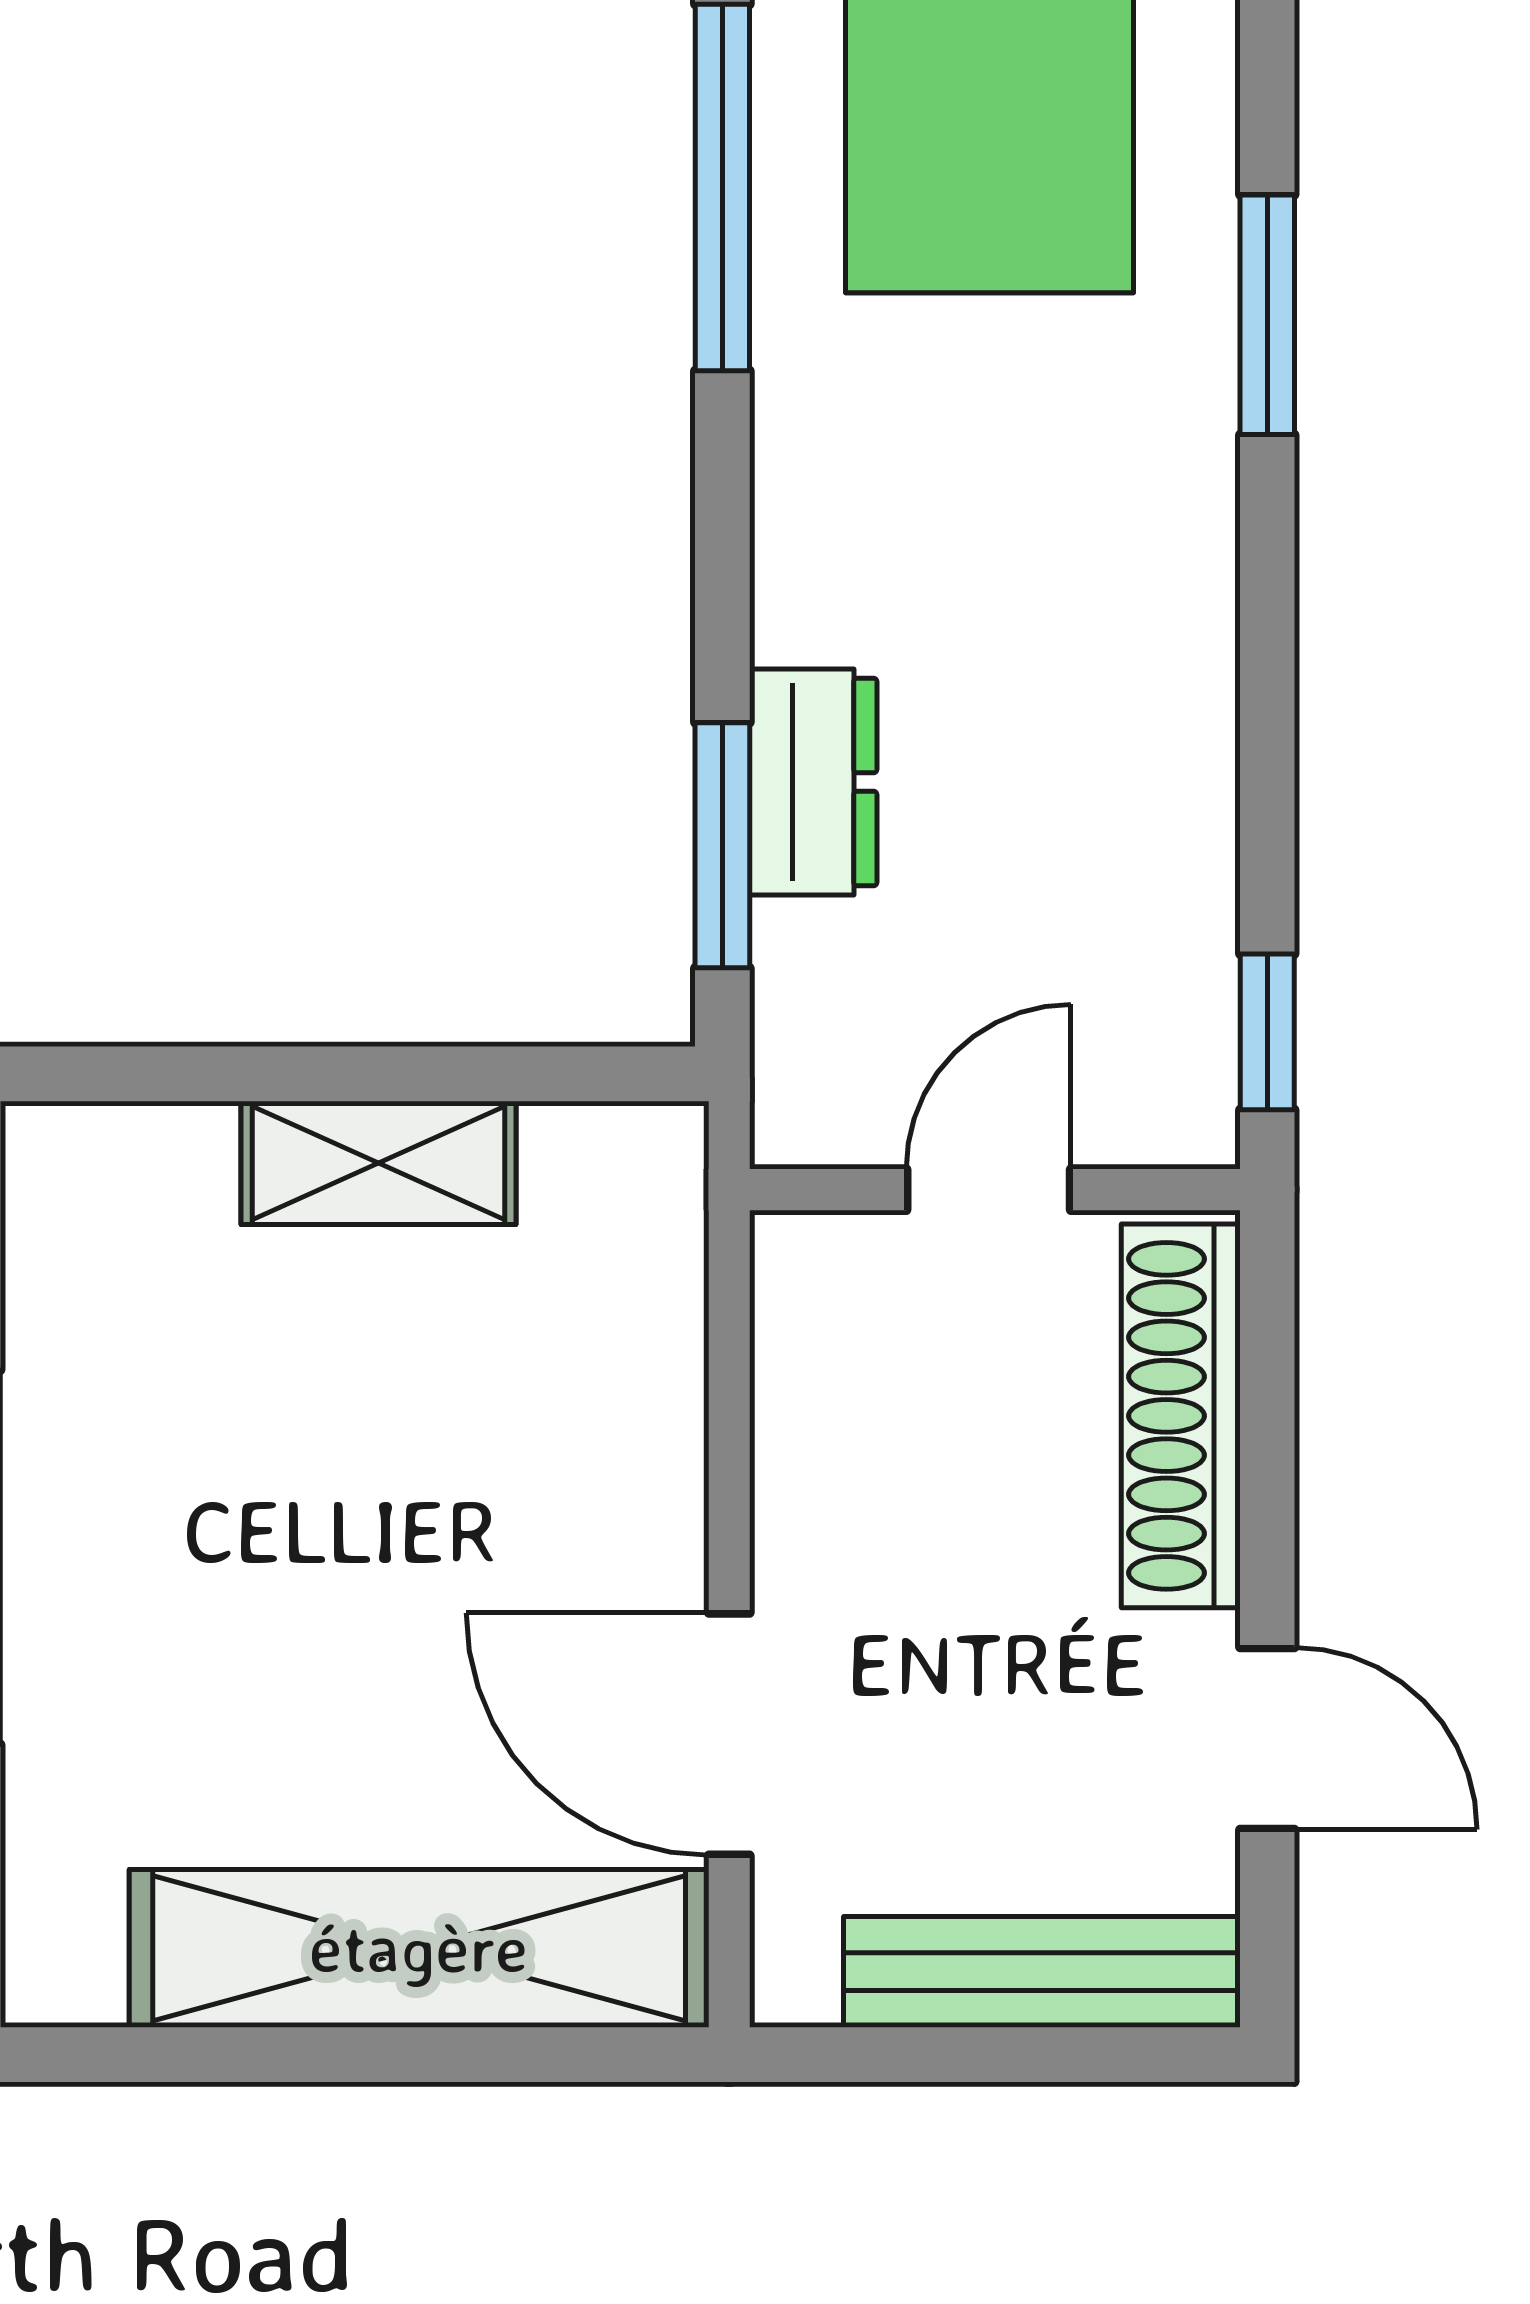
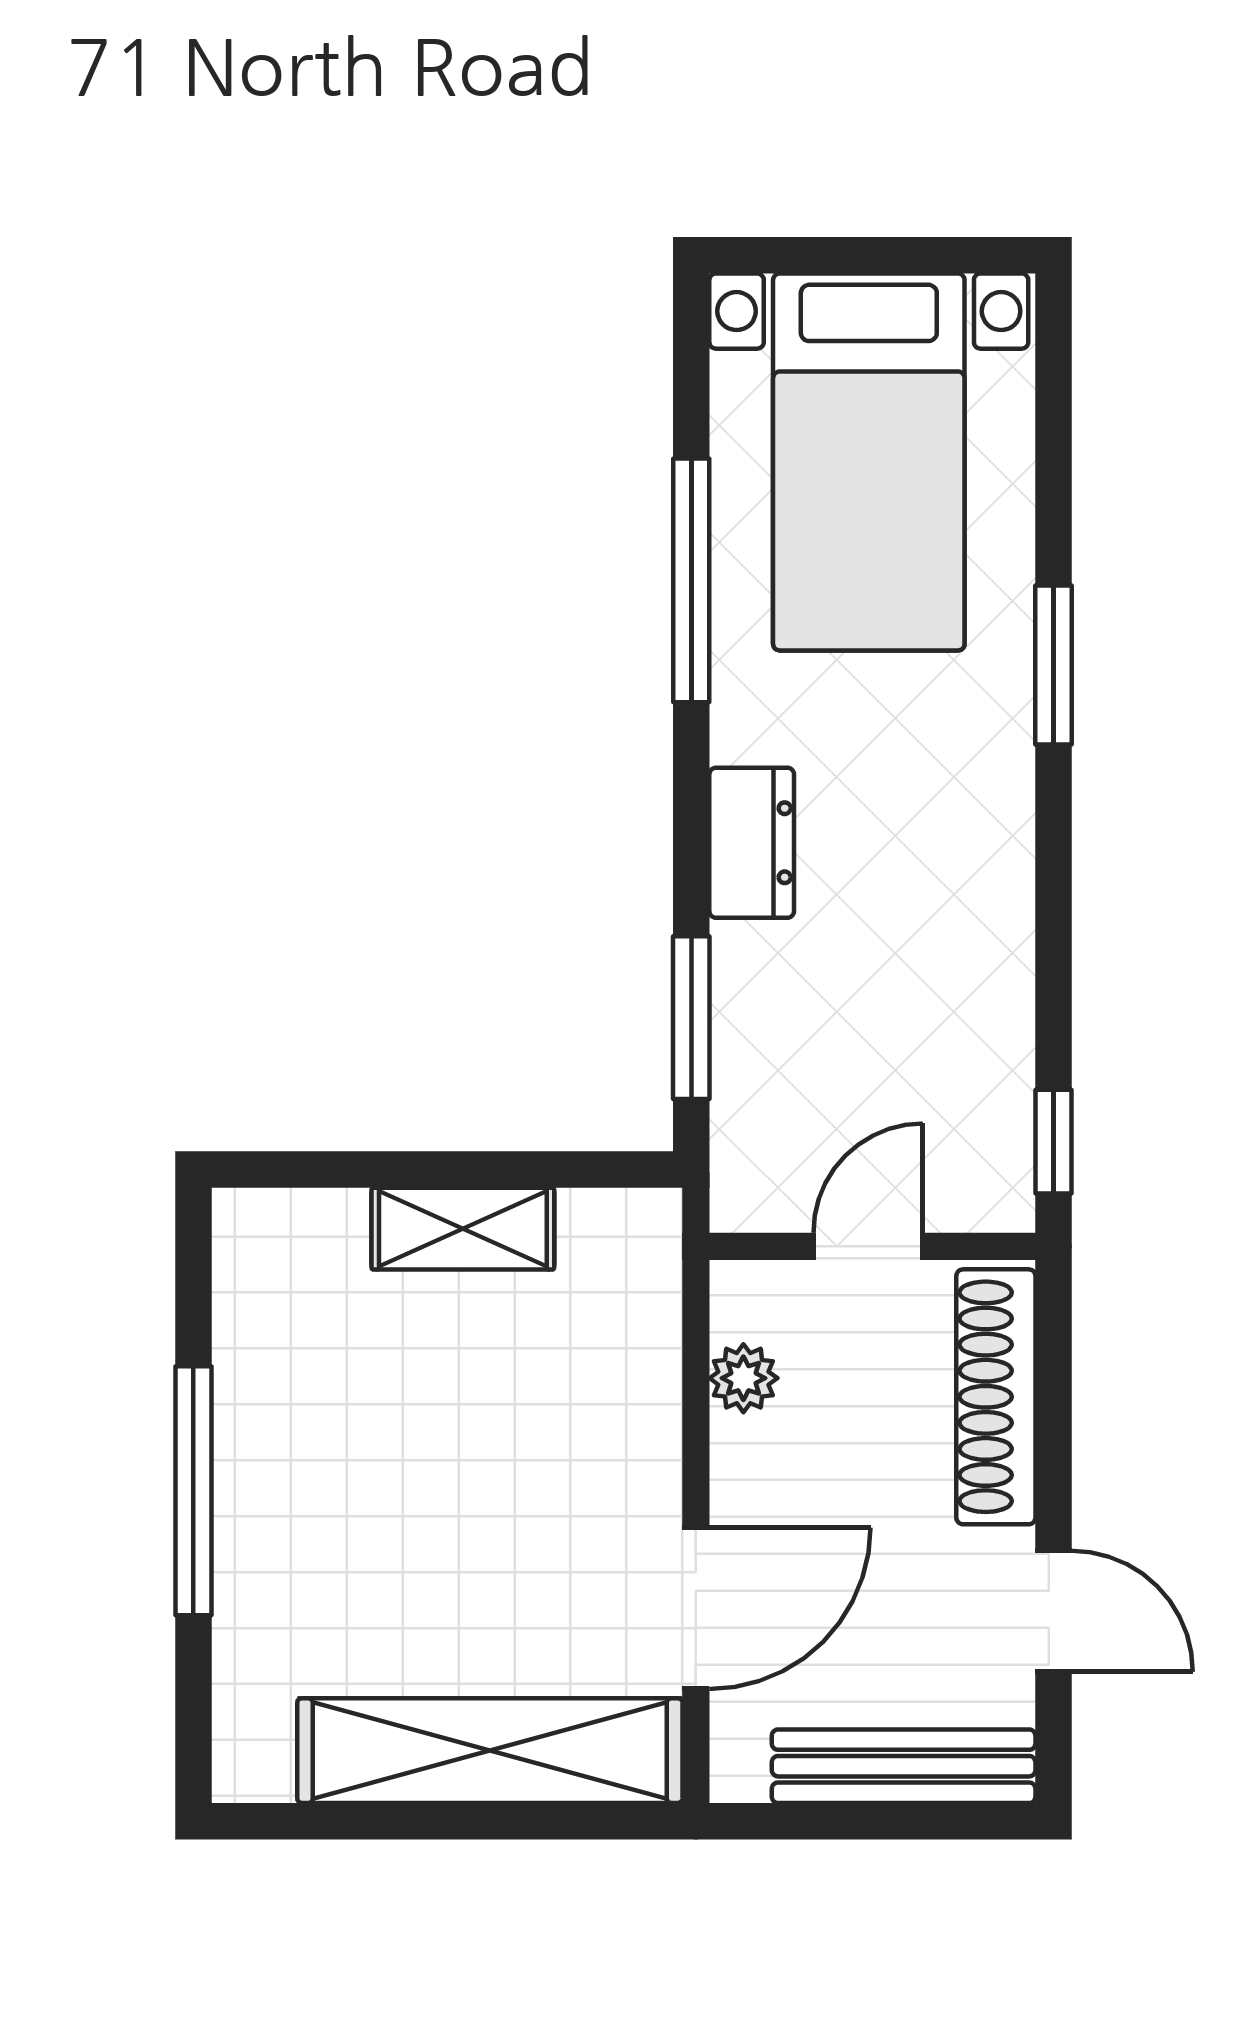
dresser: (813, 782) -> (752, 843), moved
plant: (801, 1388) -> (743, 1378), added
door: (729, 1734) -> (696, 1608), swing flipped

